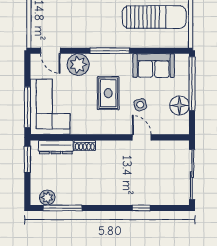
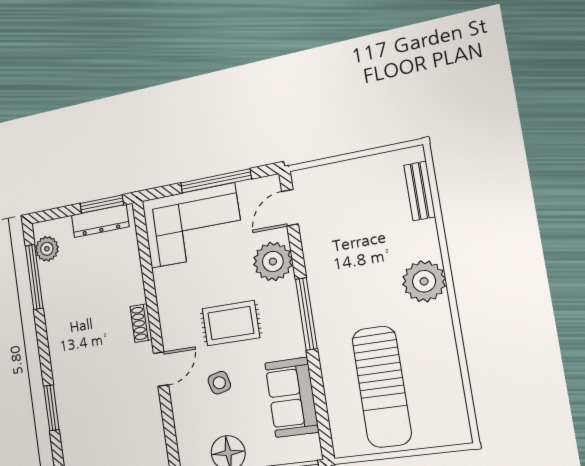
window: (27, 107) -> (216, 181), moved
door: (142, 137) -> (161, 369), moved
shoe rack: (85, 145) -> (141, 323), moved
dresser: (56, 147) -> (100, 221), moved, turned -90
window: (141, 208) -> (51, 408), width x1.50

